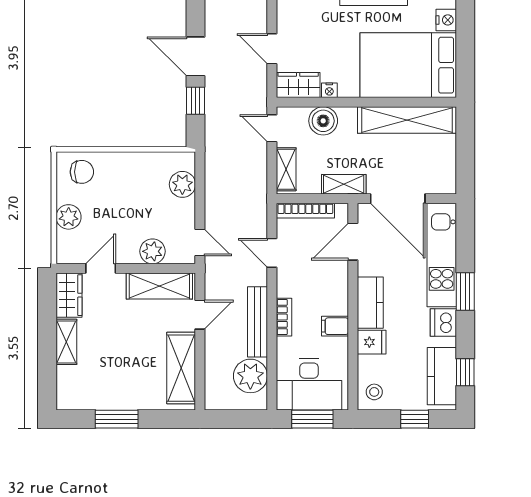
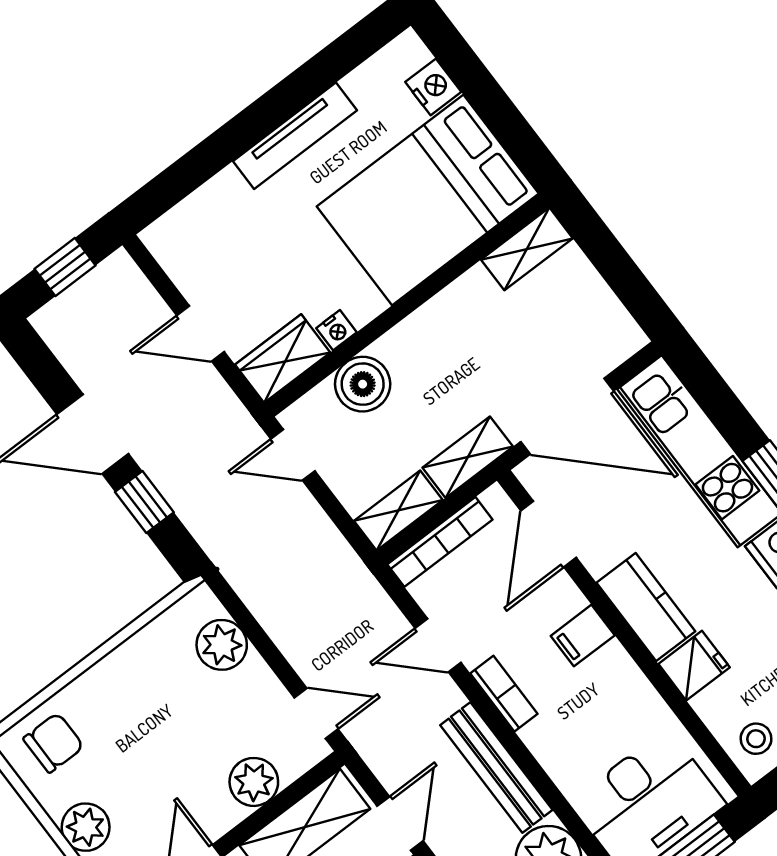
shelving: (407, 120) -> (527, 249), width x0.45, depth x0.75
shelving: (286, 169) -> (398, 510), moved, turned 90
bookcase: (284, 317) -> (504, 694), moved
filing cabinet: (335, 326) -> (583, 636), moved

